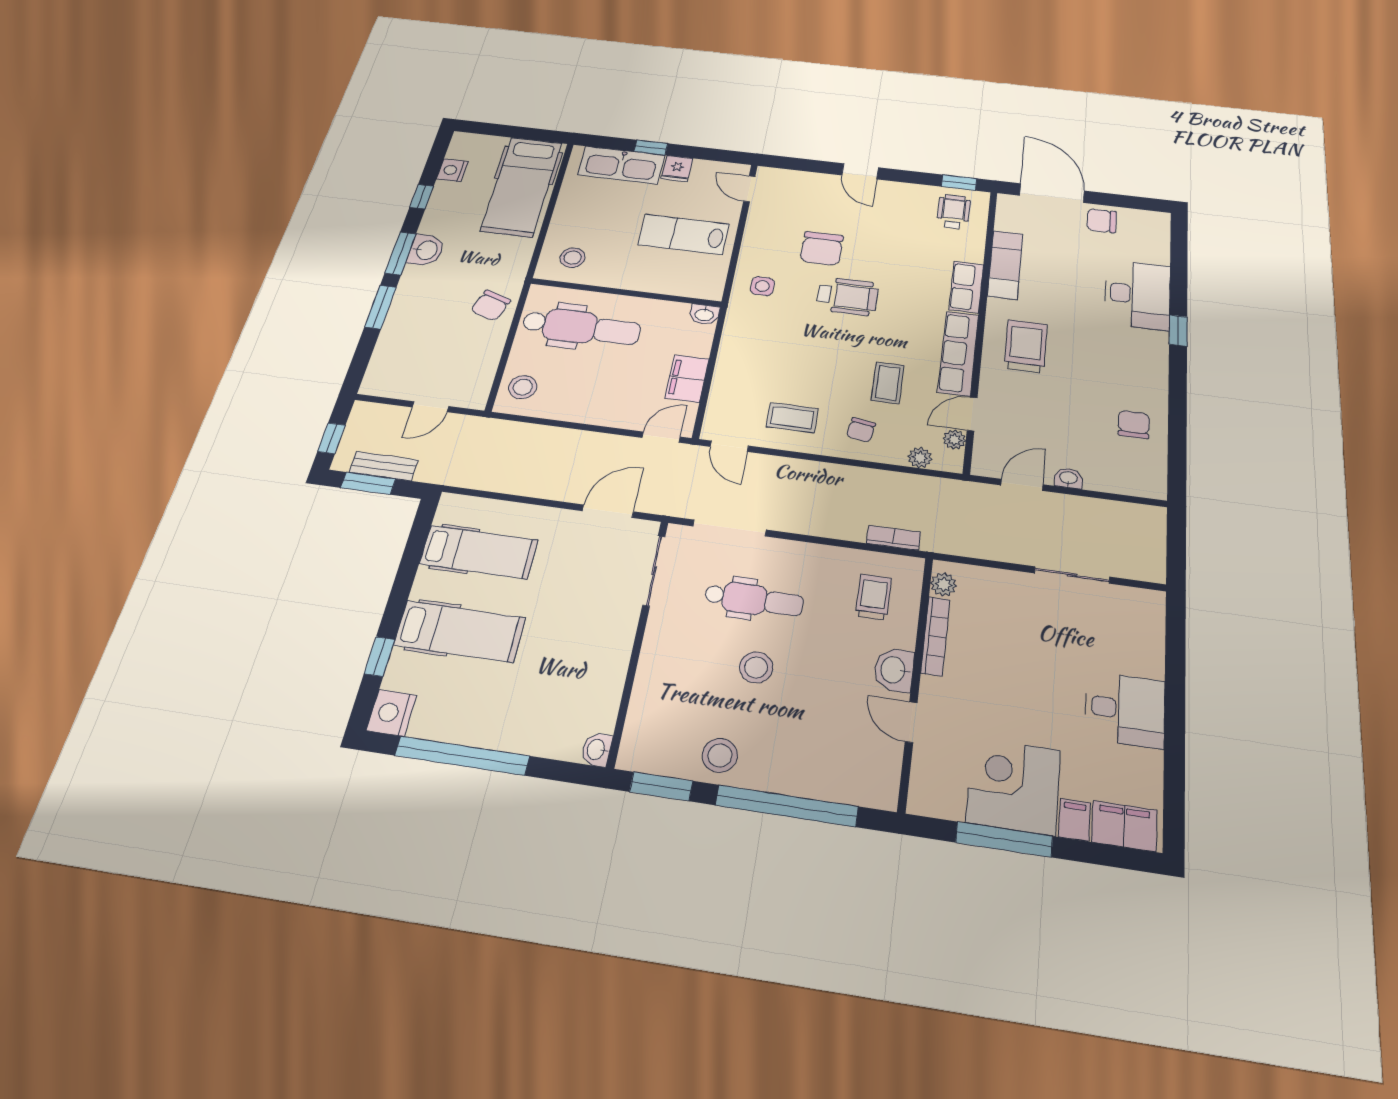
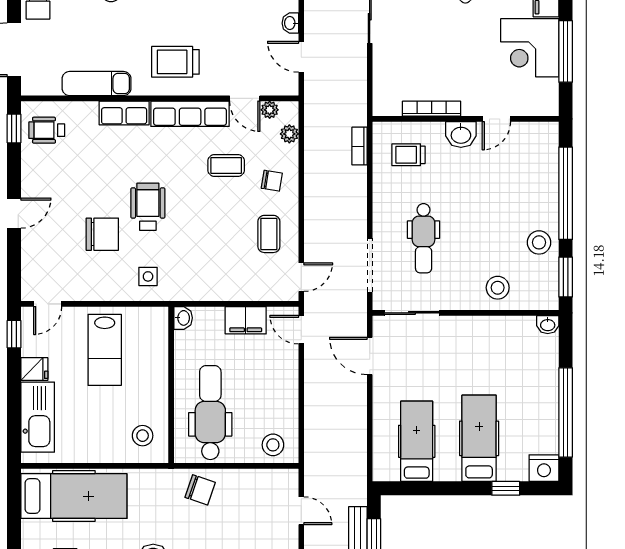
window: (651, 148) -> (14, 334), moved
plant: (944, 585) -> (391, 107), removed
dental chair: (754, 600) -> (424, 238), turned 180
stool: (756, 667) -> (498, 288), moved

